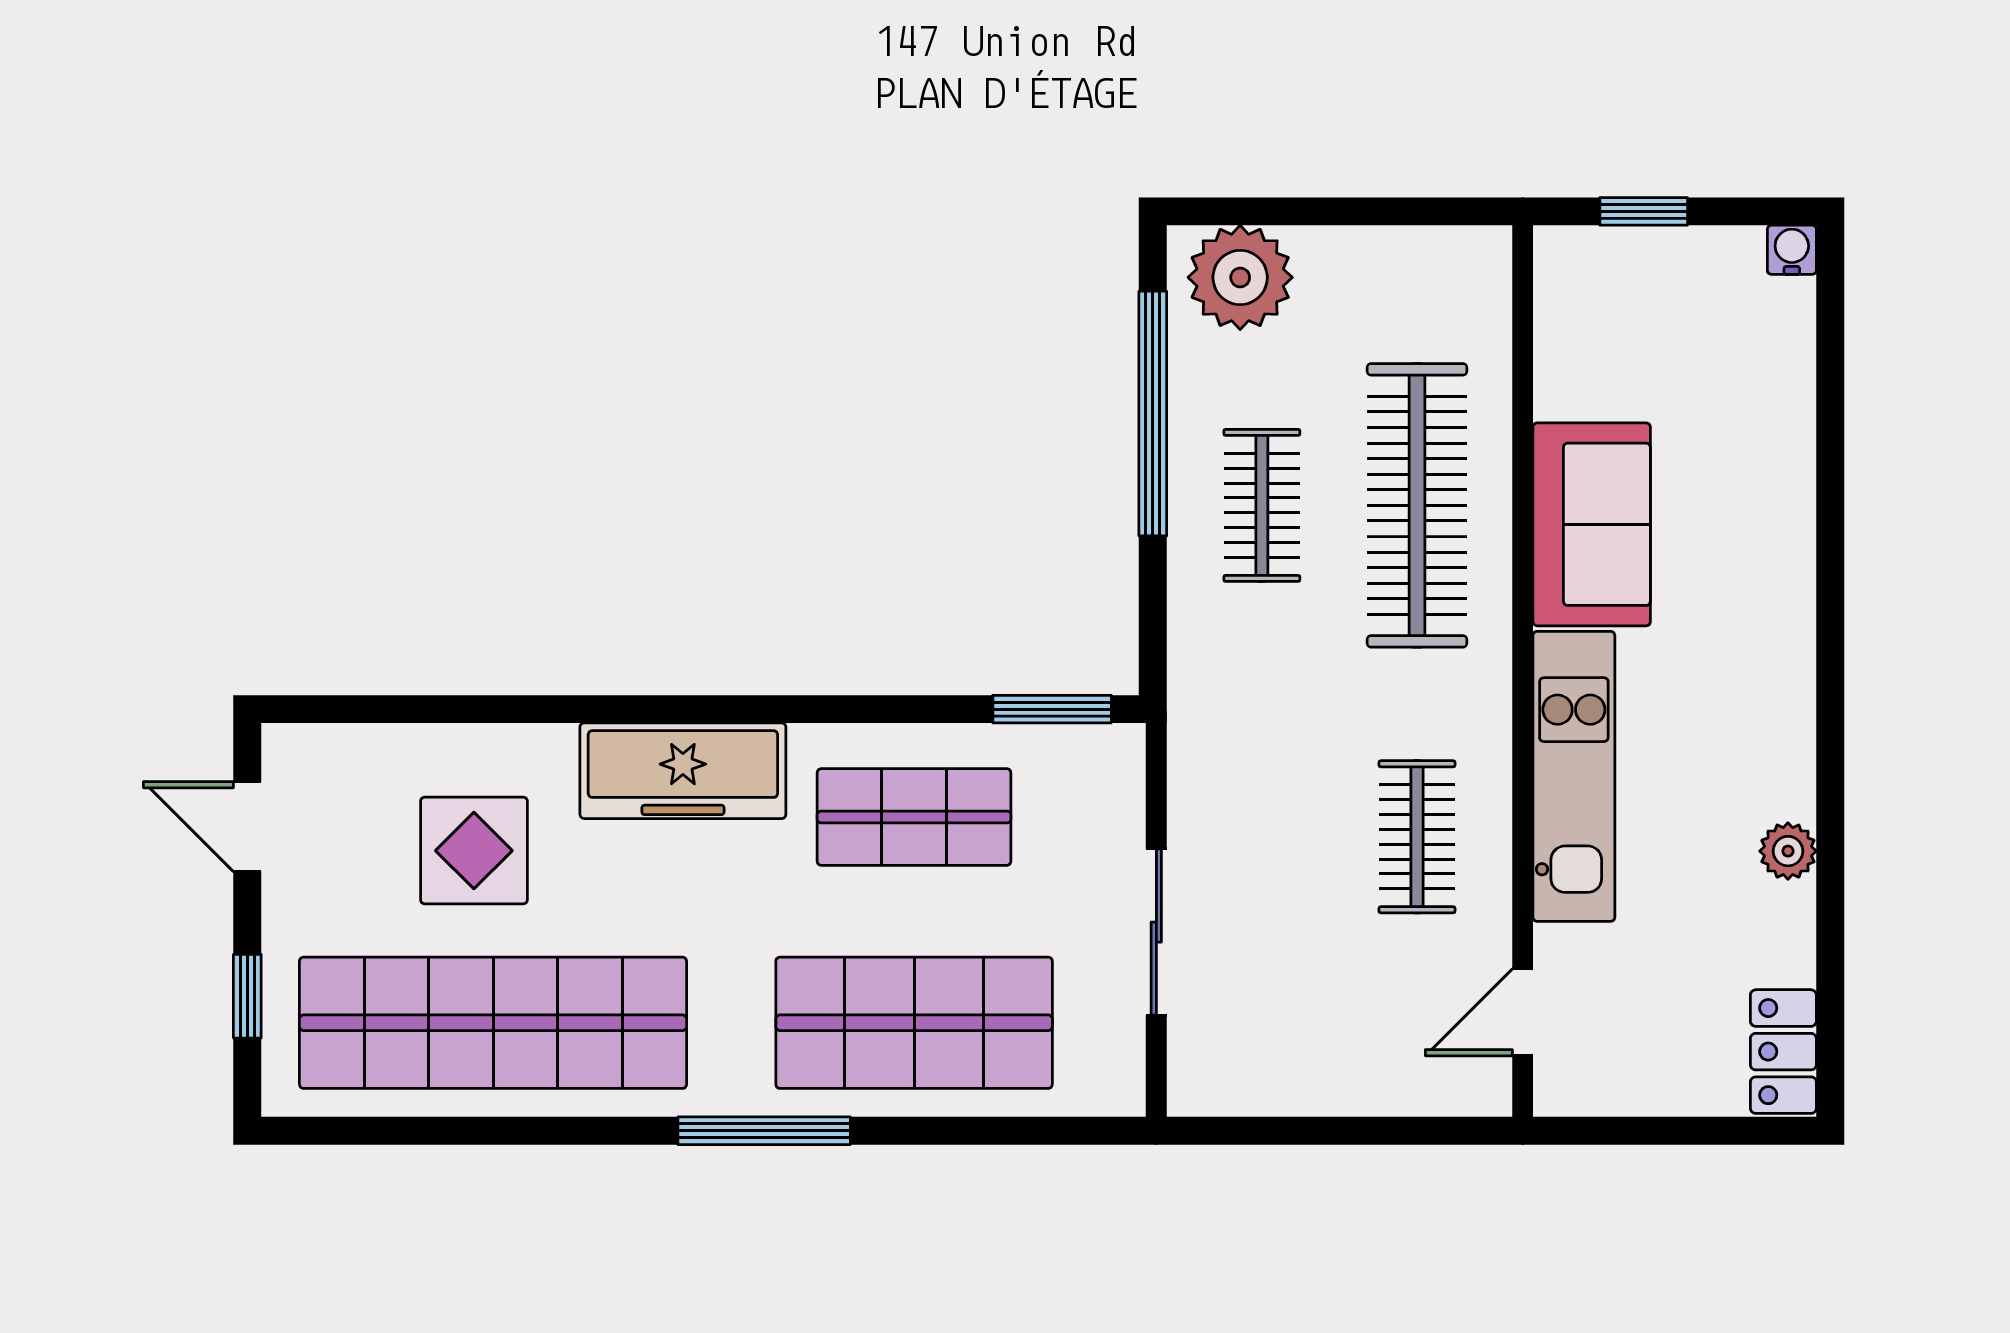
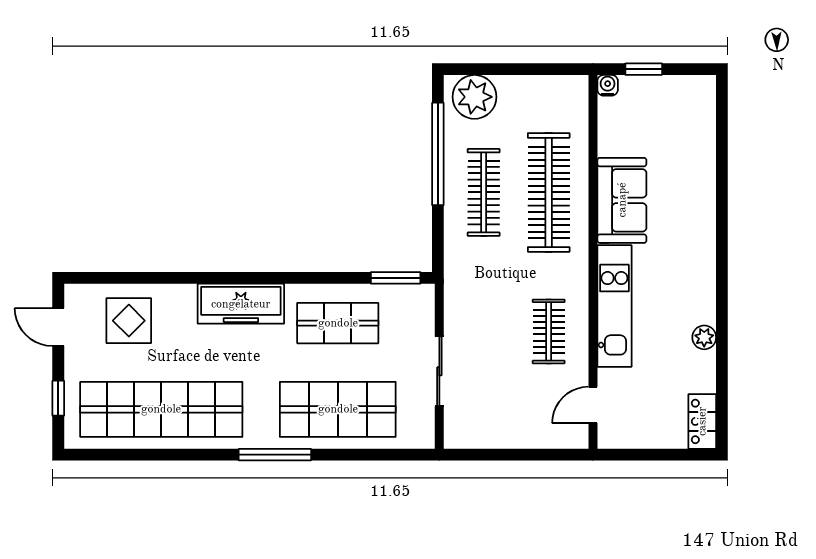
water cooler: (1792, 250) -> (608, 85), moved
clothes rail: (1262, 505) -> (484, 192), width x1.36
display table: (474, 851) -> (129, 321), moved

